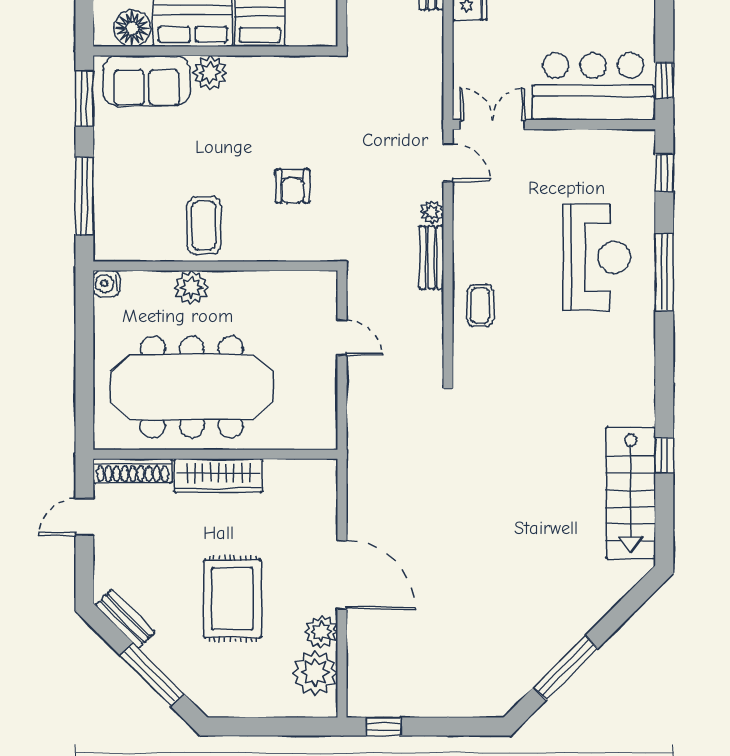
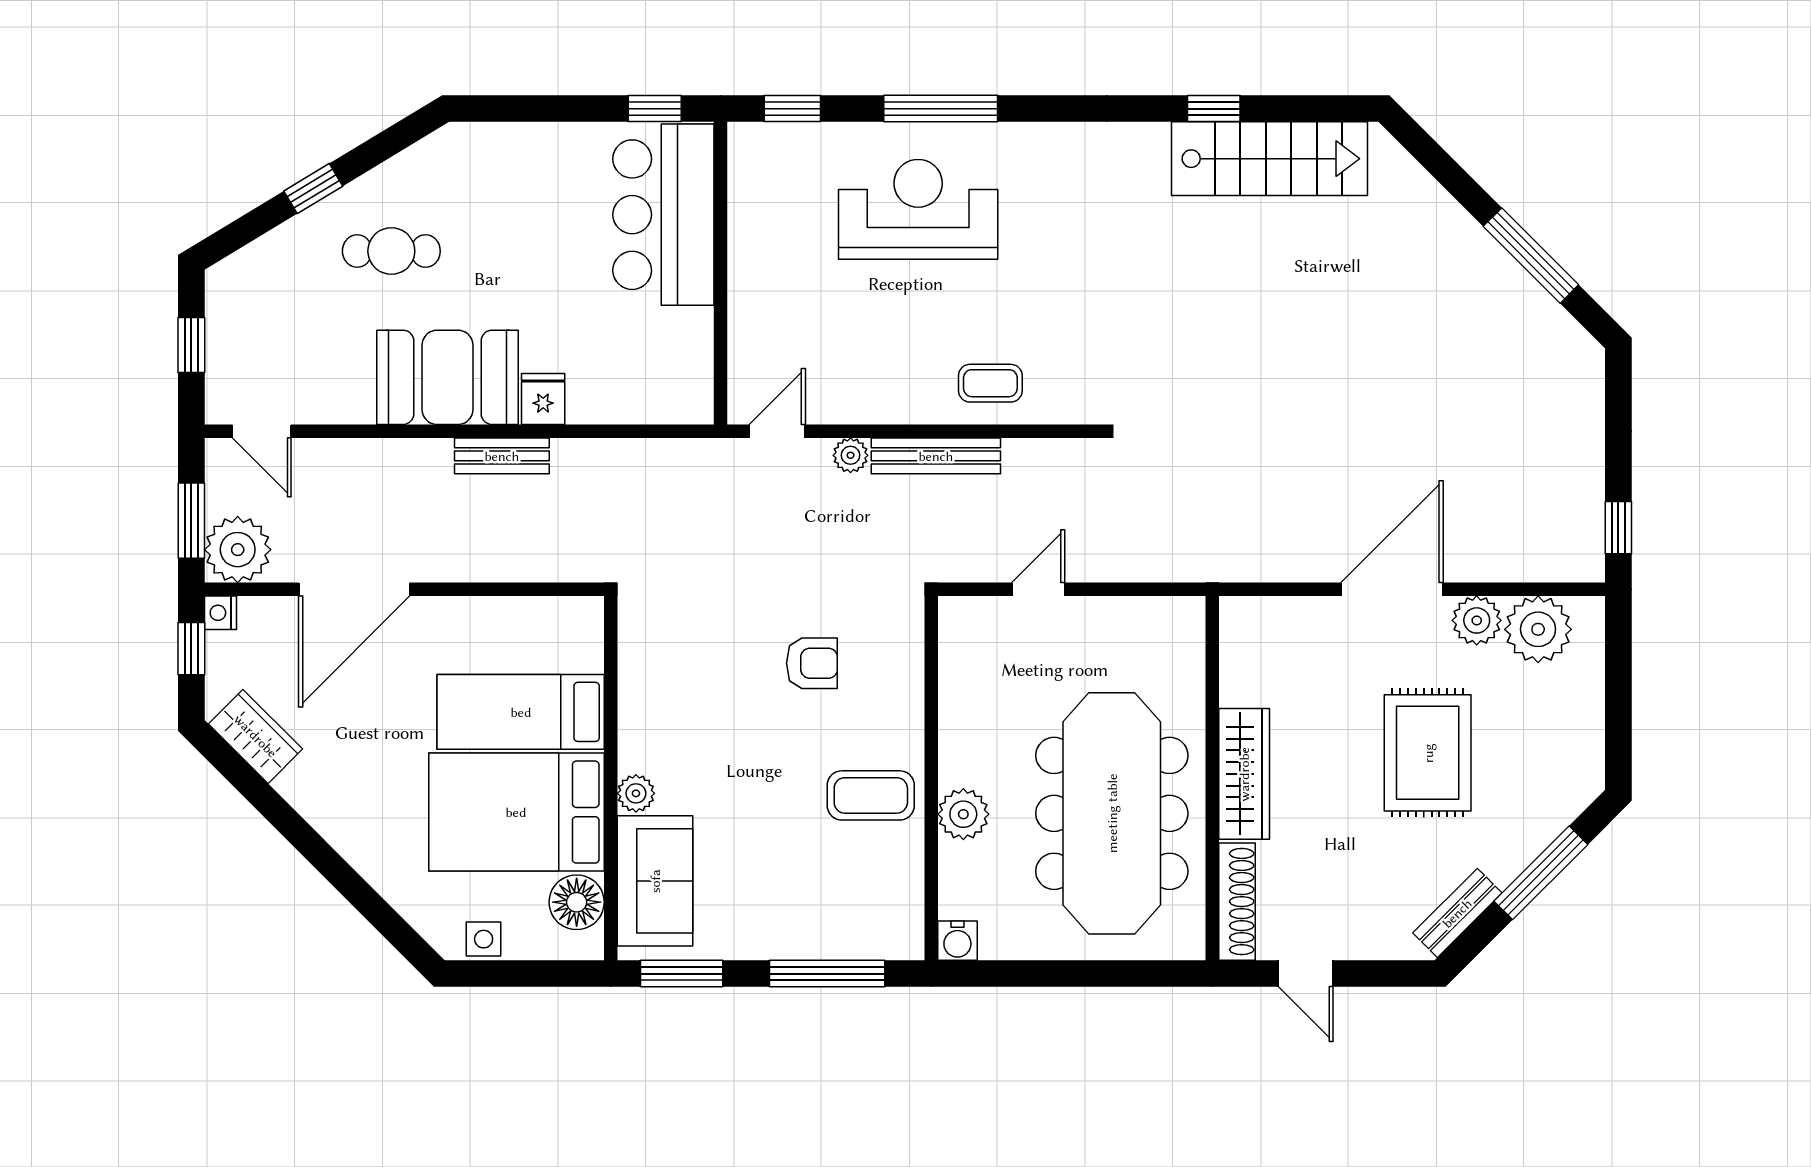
plant: (210, 73) -> (636, 793), width x0.73, depth x0.73
double door: (493, 125) -> (720, 365), removed
bench: (431, 258) -> (936, 456), width x1.36
rug: (232, 599) -> (1428, 753), turned 90

